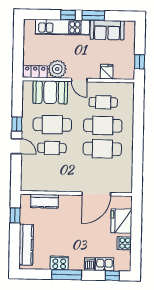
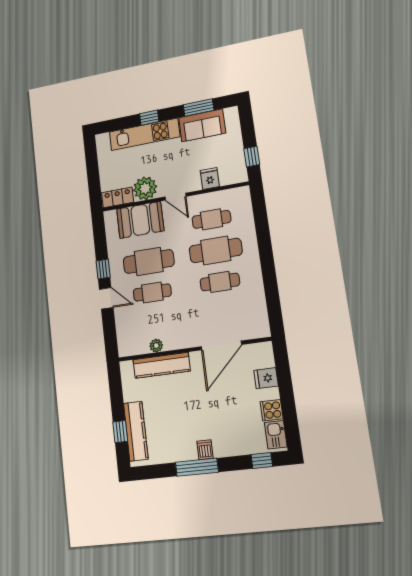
window: (93, 15) -> (199, 107), moved
cafe table: (102, 149) -> (220, 282), width x0.73, depth x0.74
plant: (49, 187) -> (156, 346), added
kitchen counter: (45, 201) -> (162, 365), width x1.50
window: (15, 215) -> (120, 432), moved
fridge: (121, 221) -> (266, 378), width x0.53, depth x0.75
cooker: (59, 263) -> (184, 451), removed
dishwasher: (90, 264) -> (205, 450), moved
kitchen sink: (105, 264) -> (276, 435), moved, turned -90

